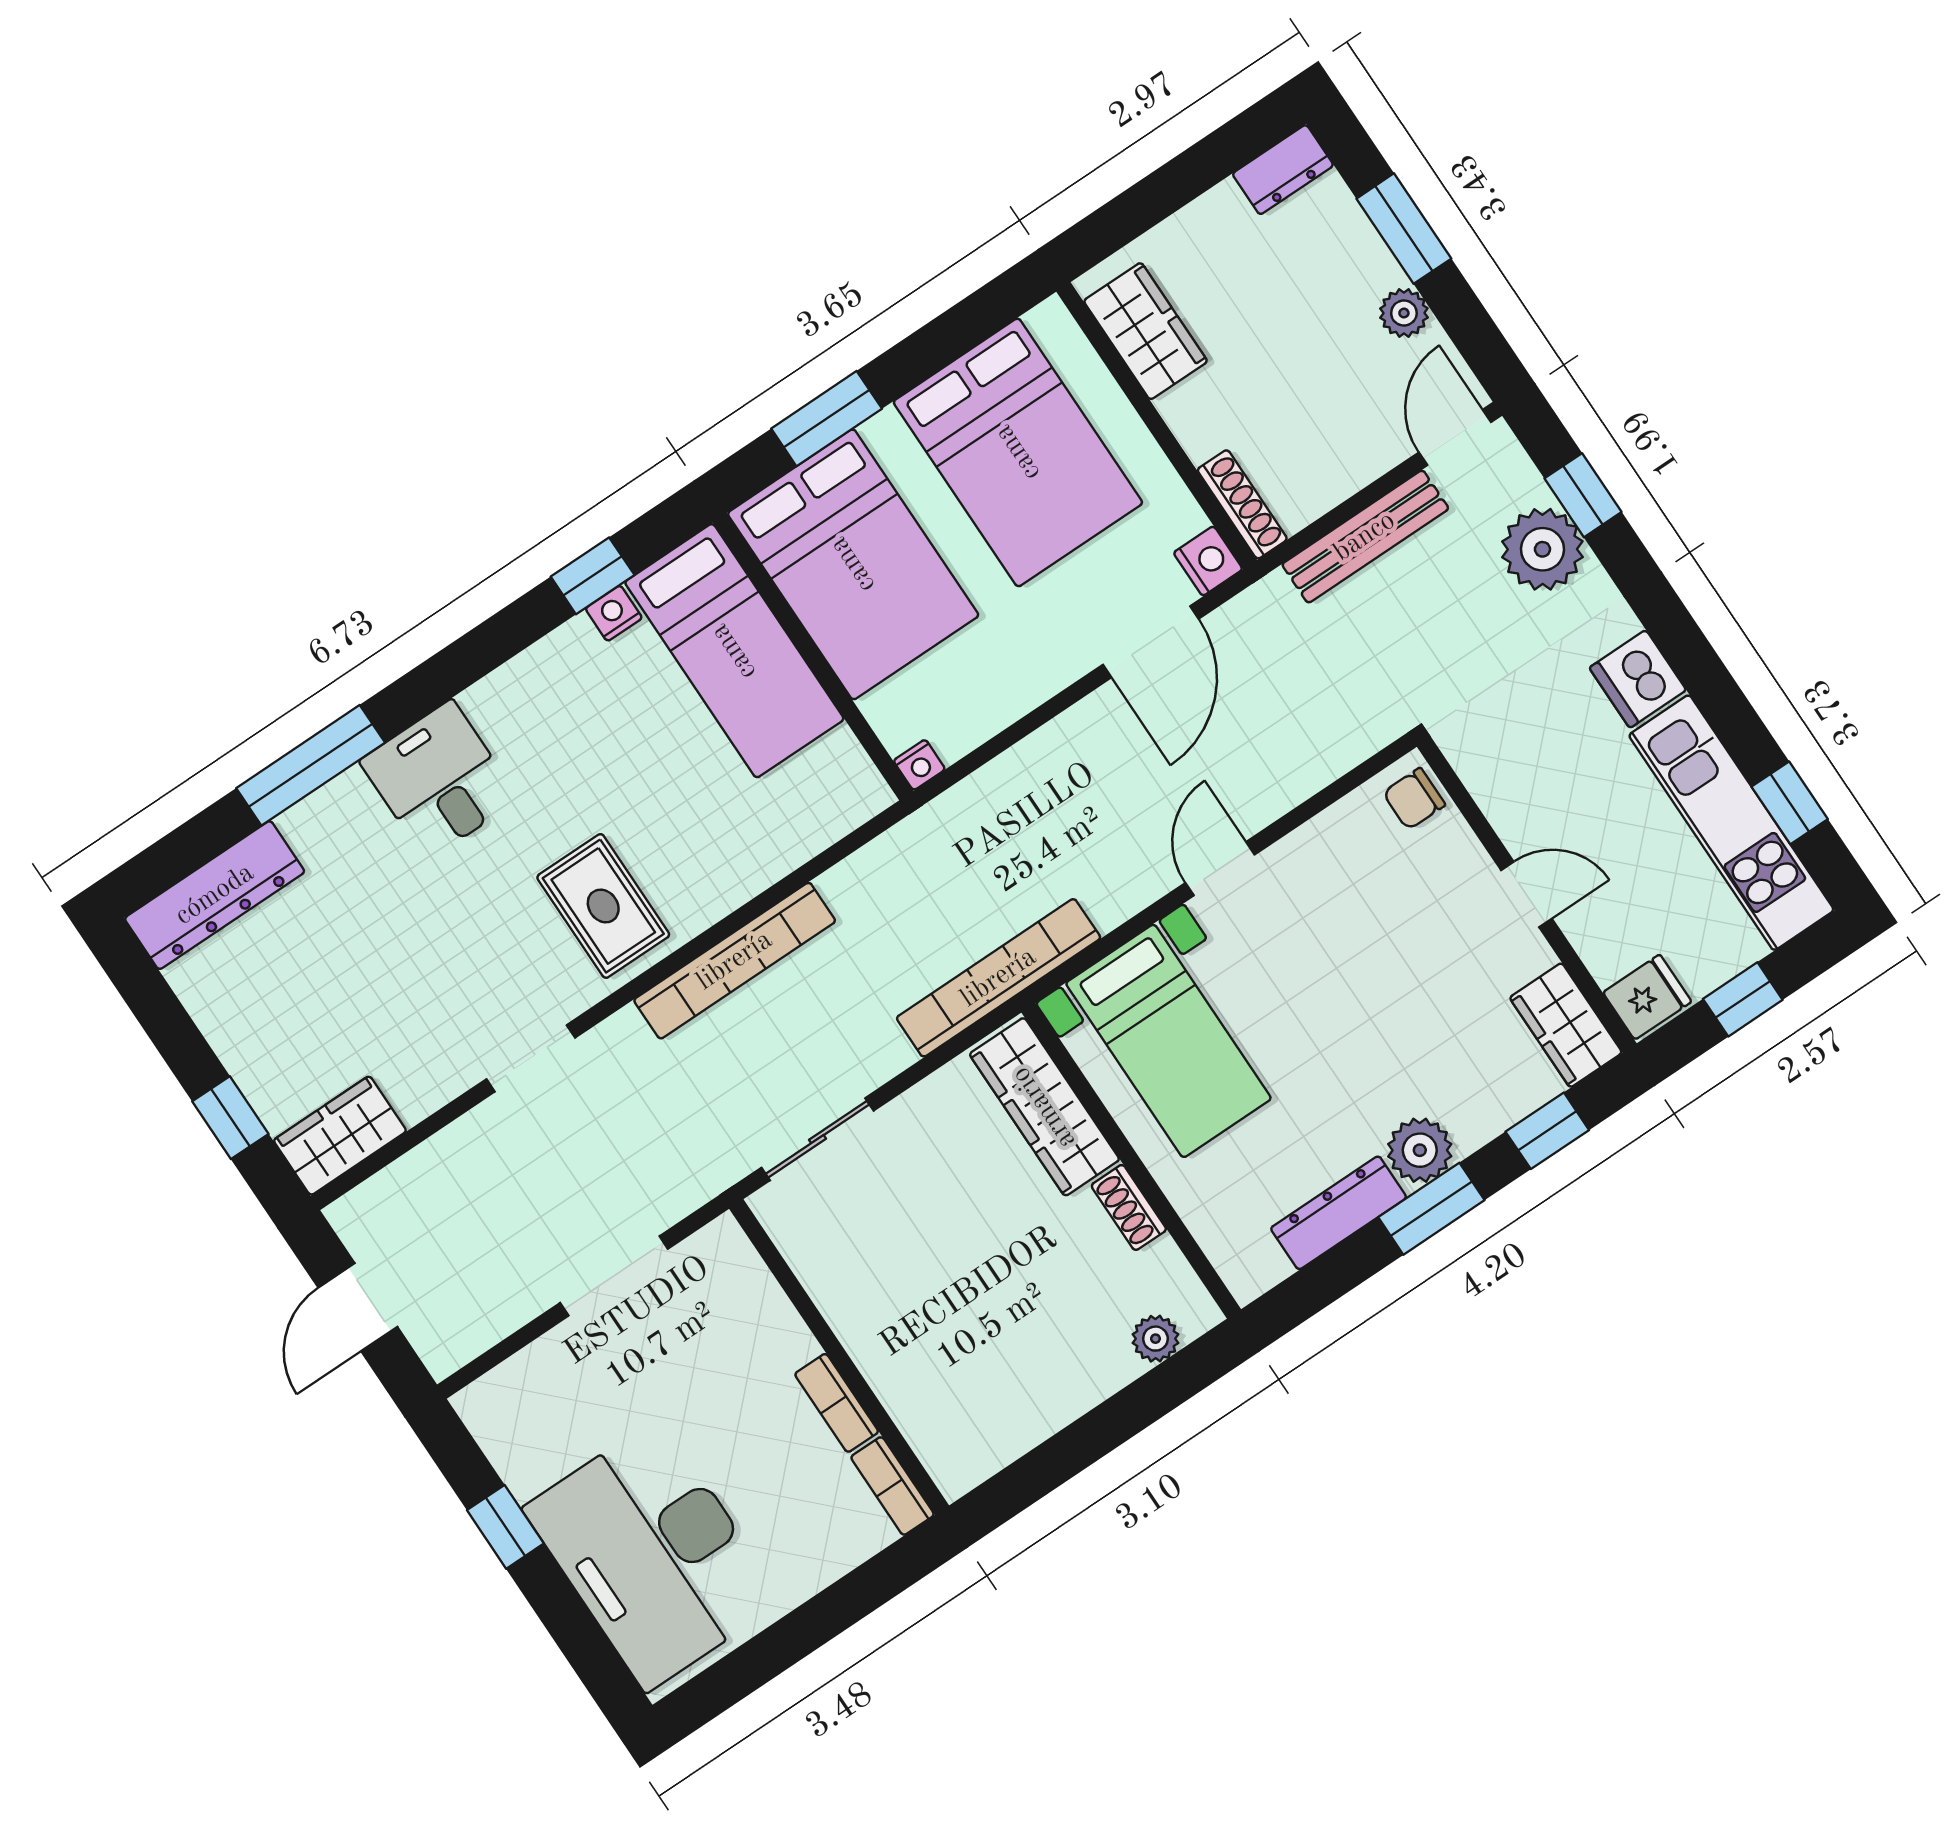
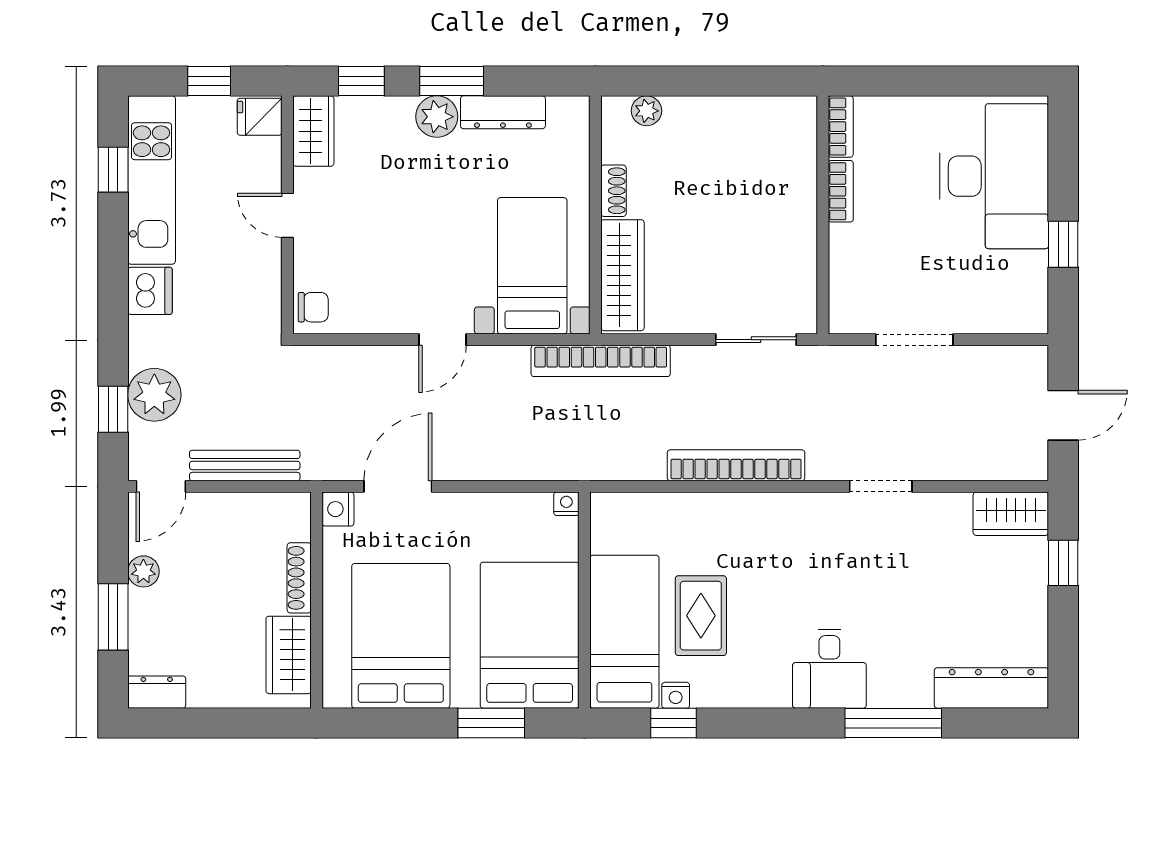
shoe rack: (1242, 504) -> (299, 578), moved
rug: (603, 906) -> (701, 616), moved

